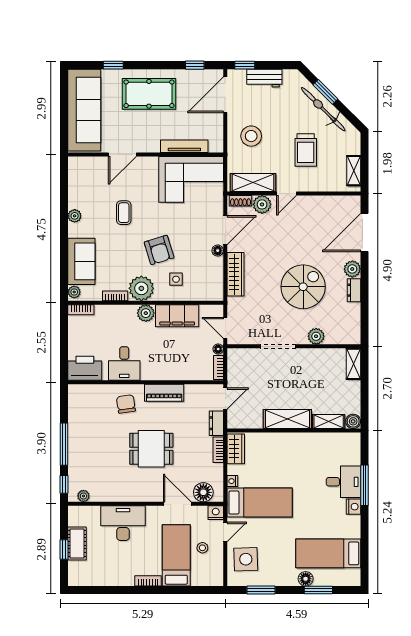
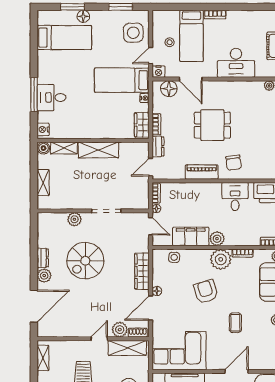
side table: (176, 279) -> (174, 257), moved
shelving: (353, 364) -> (43, 183), moved
nightstand: (353, 507) -> (43, 129), moved

